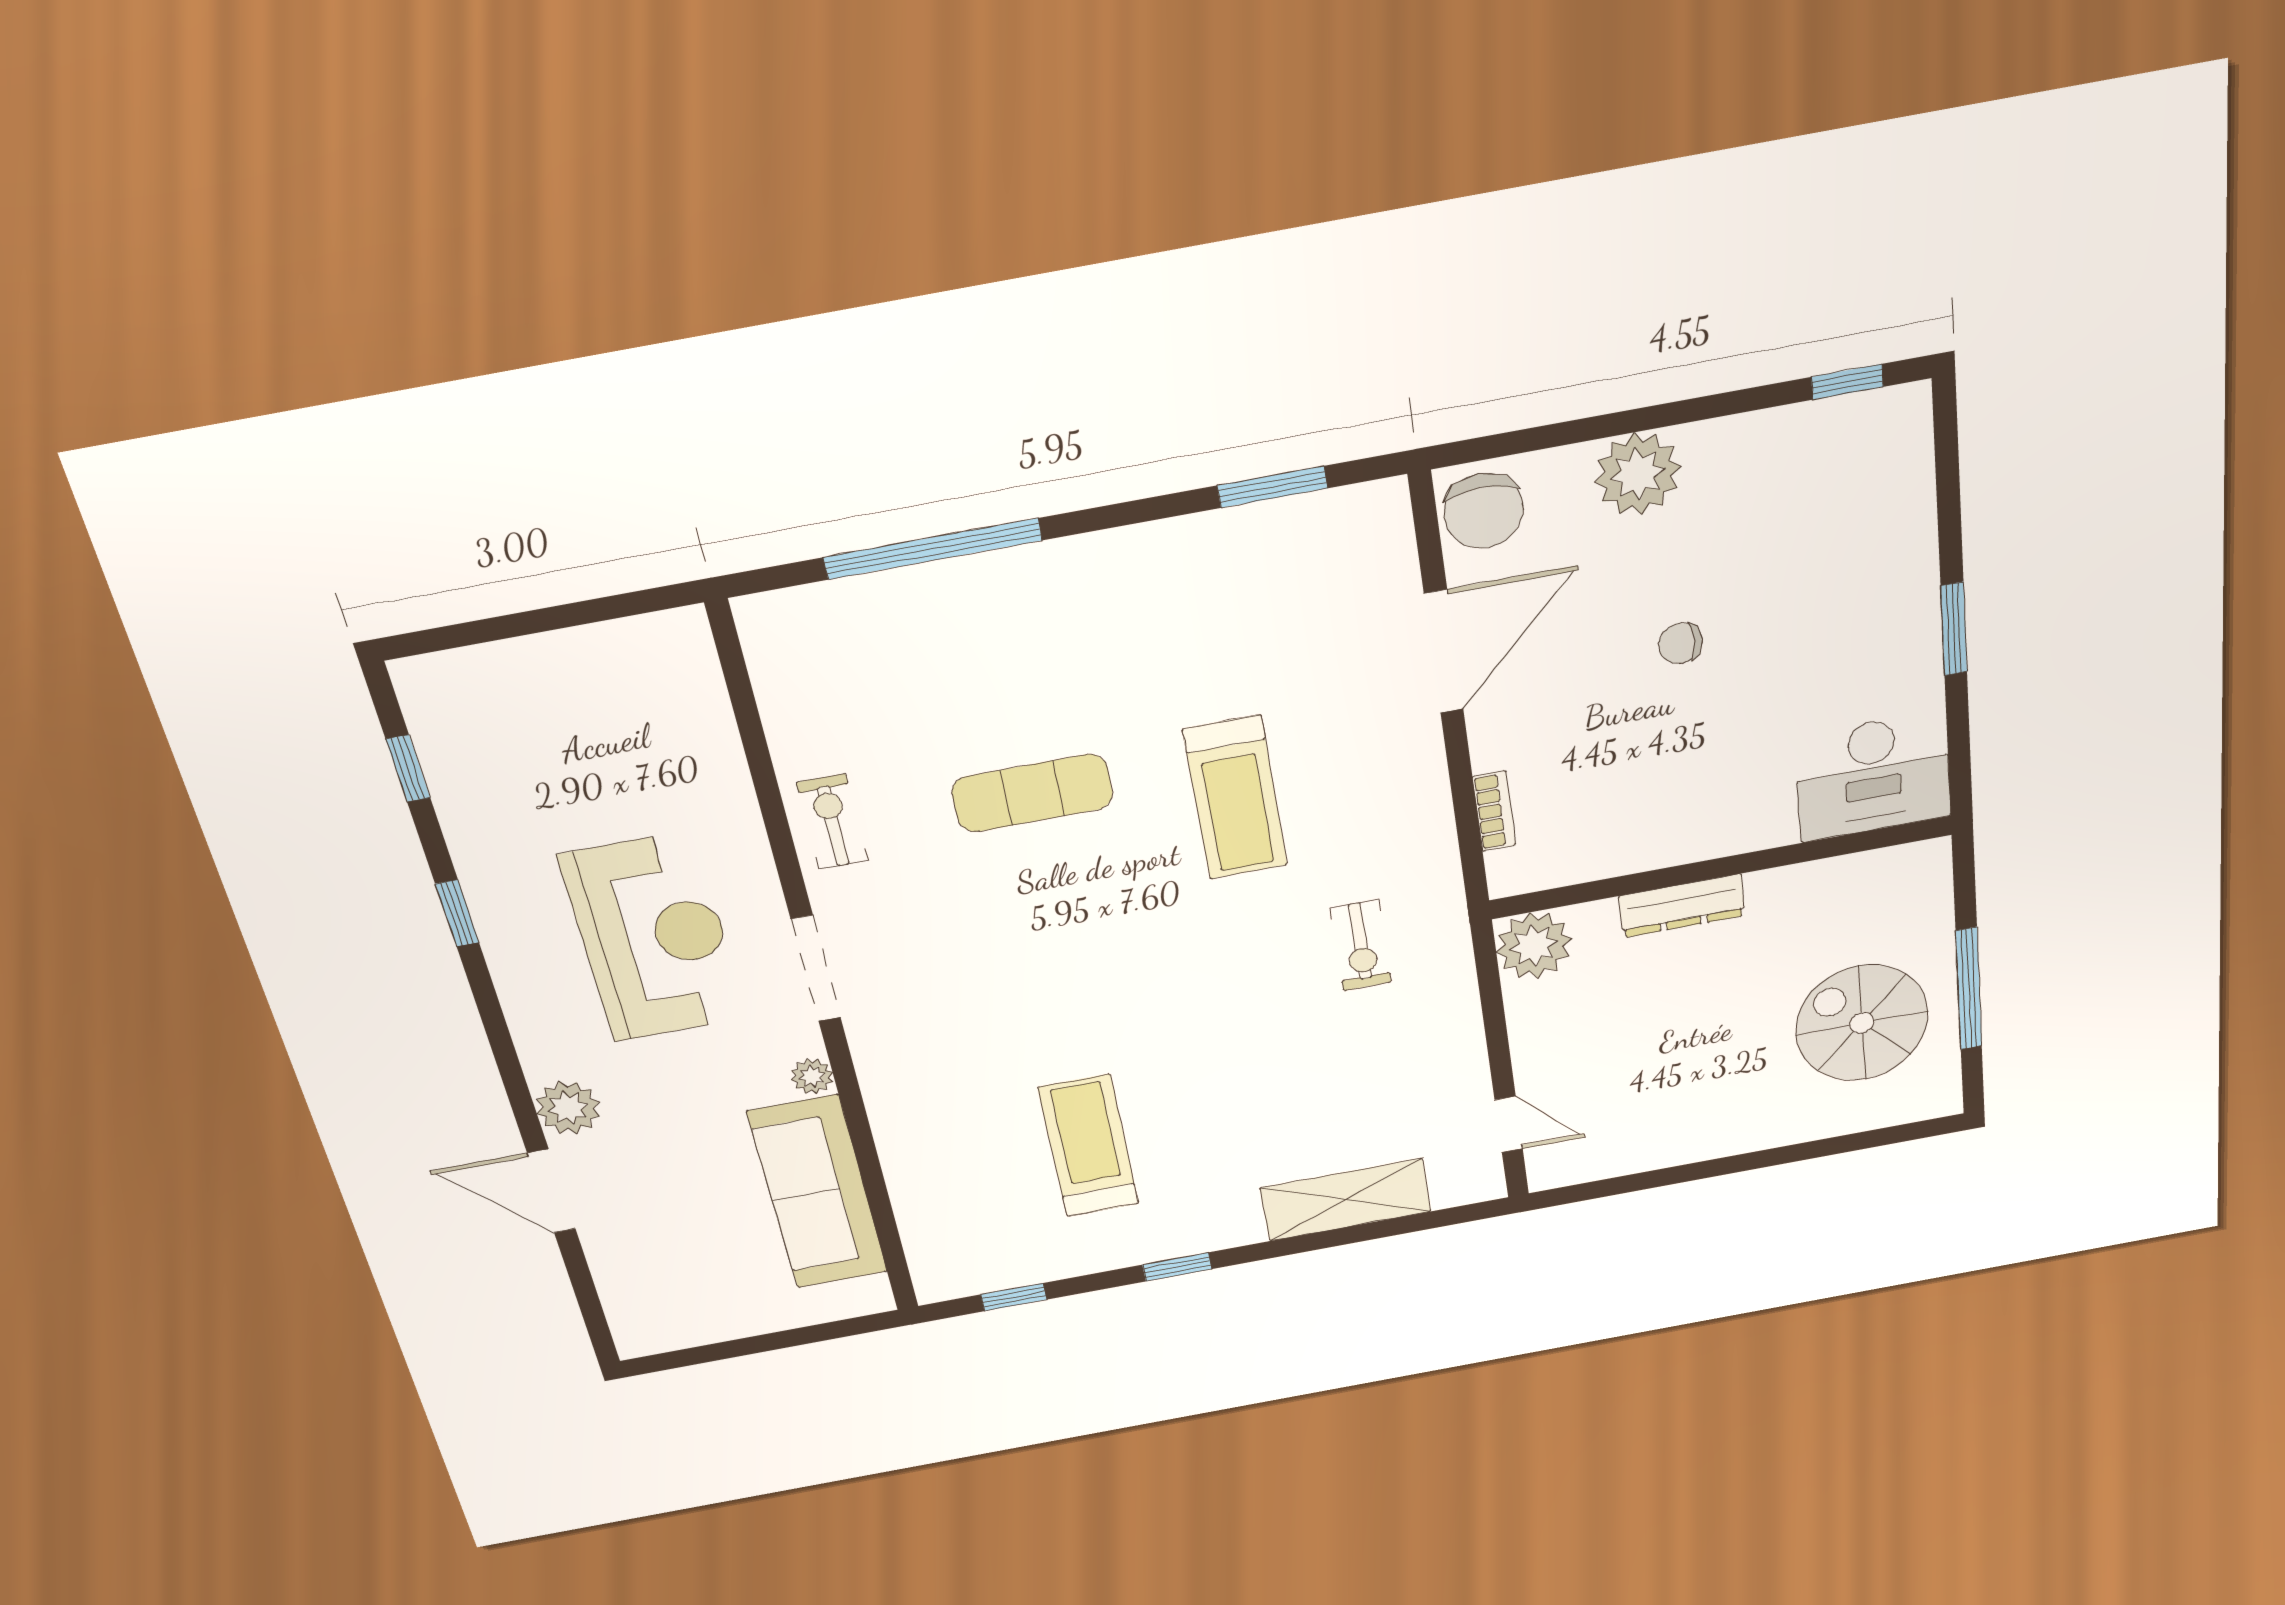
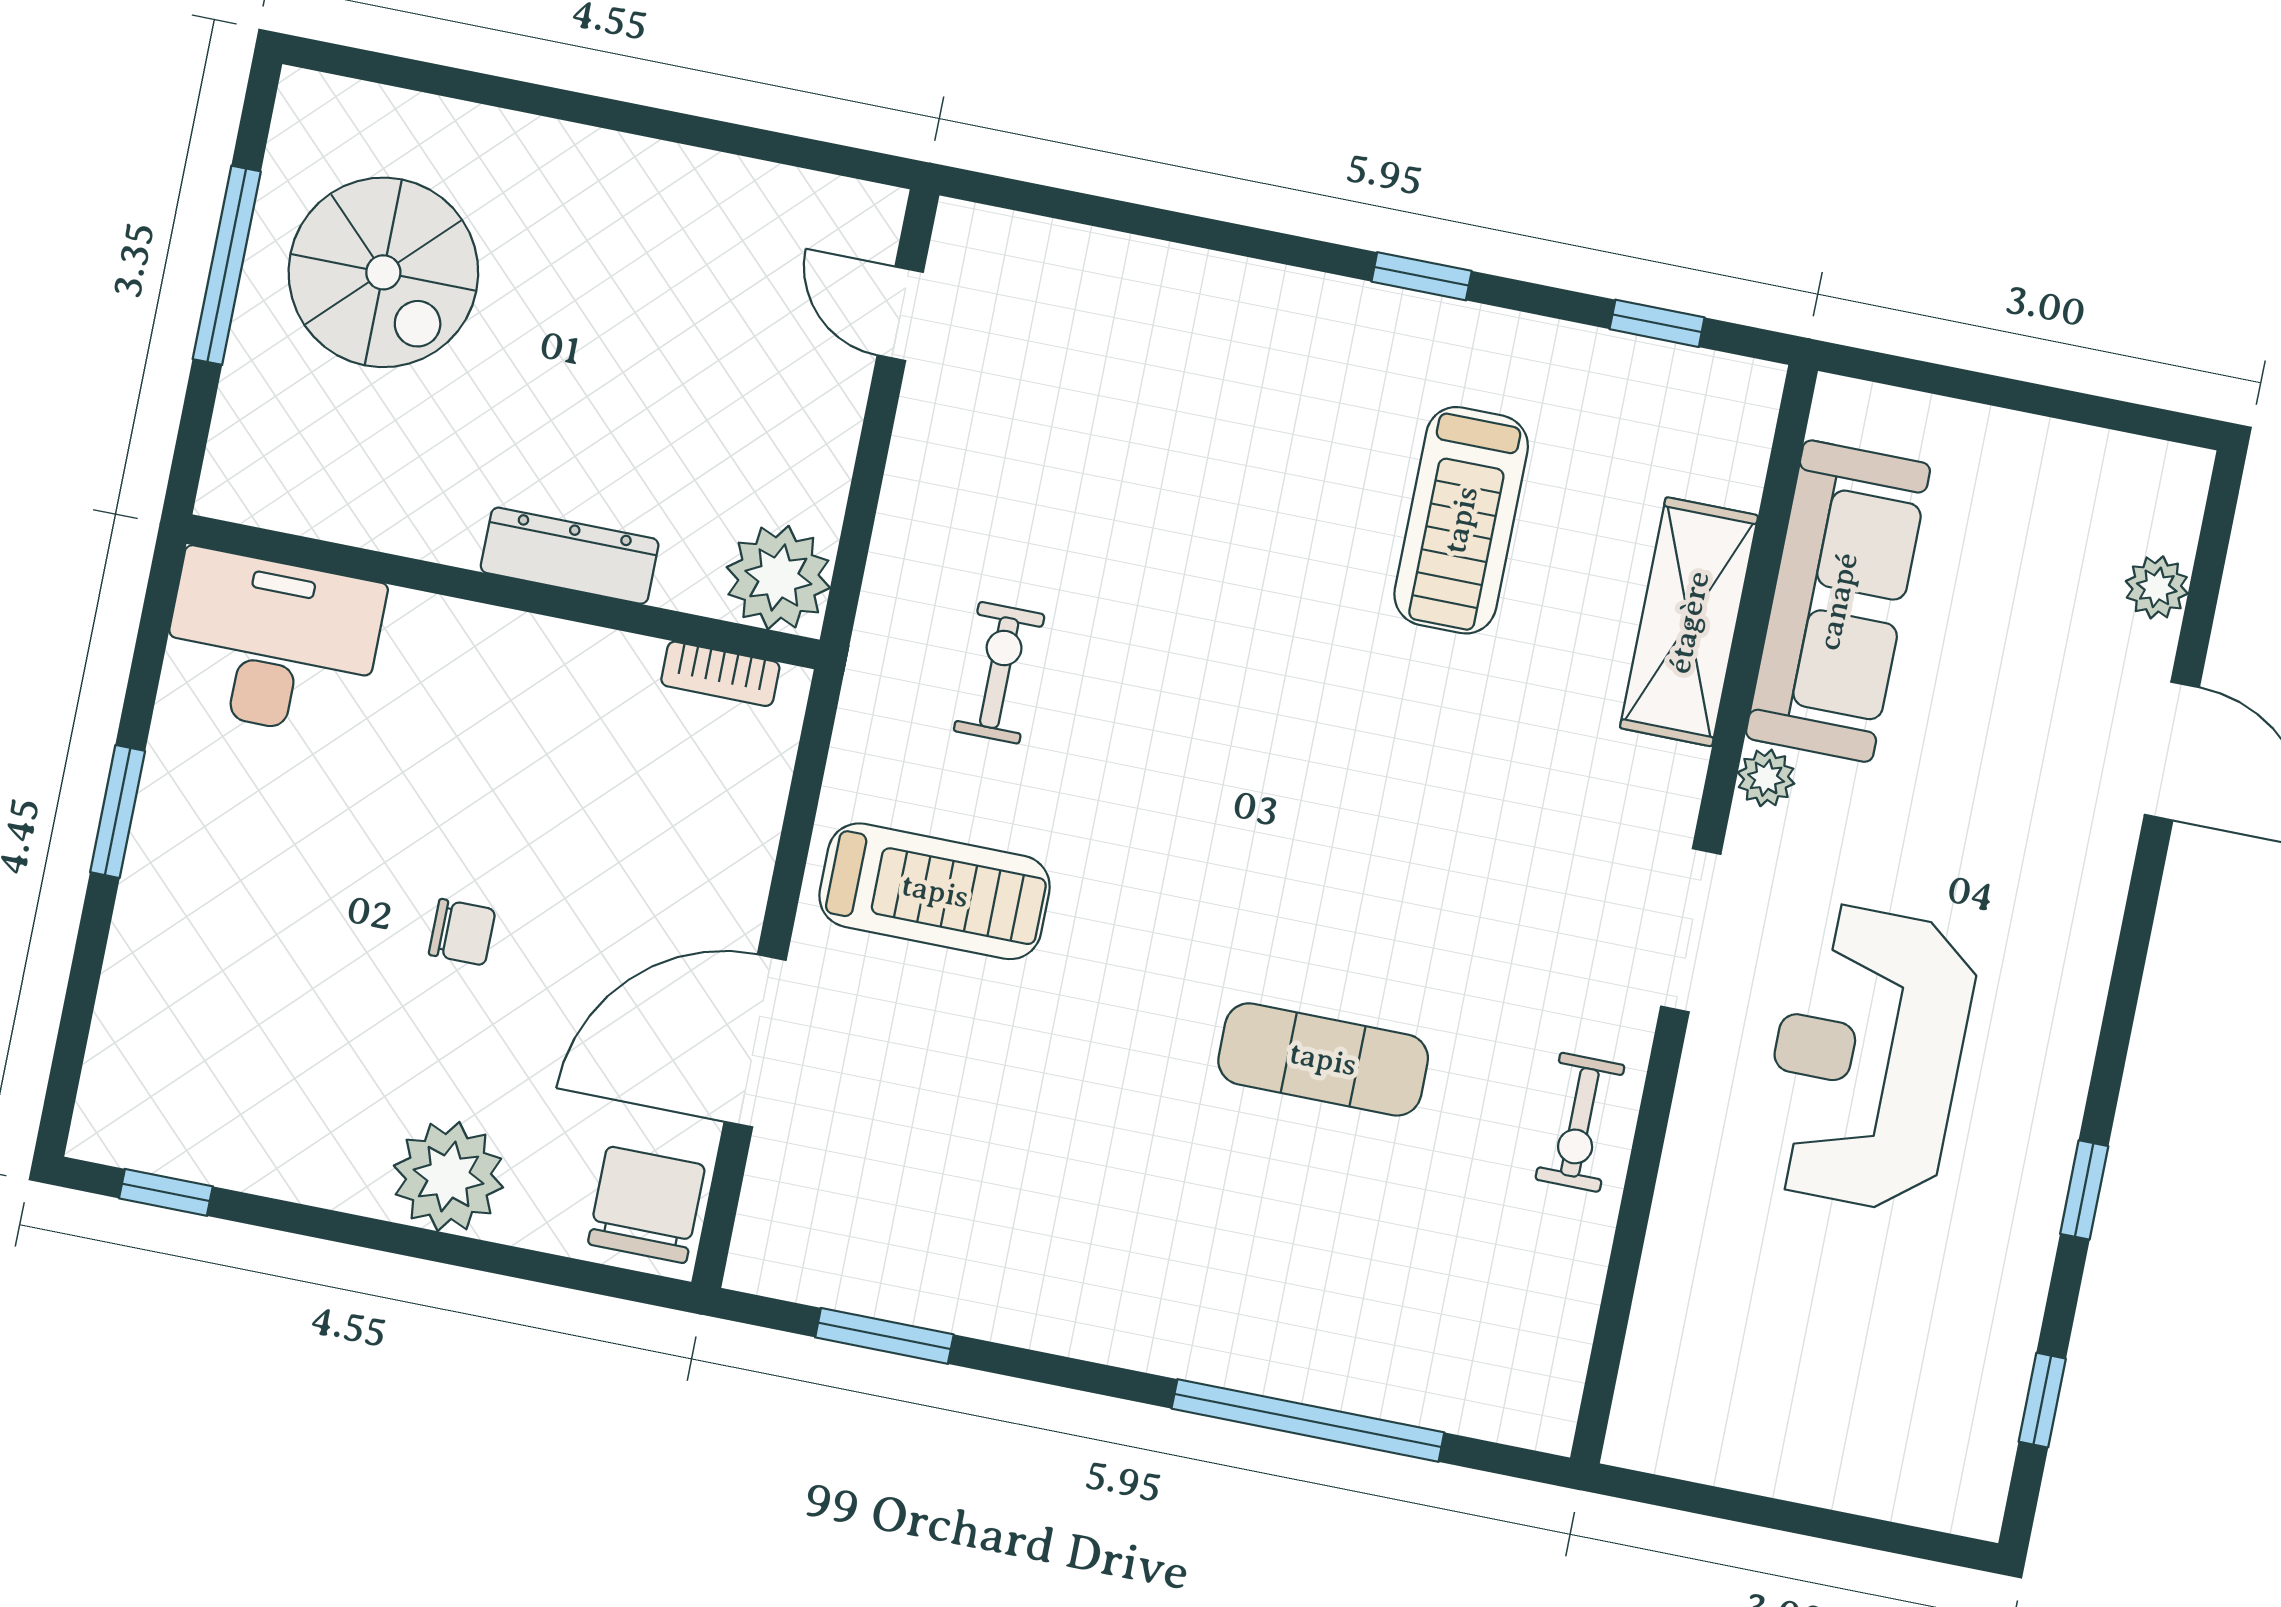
treadmill: (1235, 798) -> (935, 891), moved, turned 90
bookcase: (1494, 811) -> (720, 674), moved, turned -90
plant: (568, 1108) -> (2157, 587), moved, width x0.73, depth x0.73
shelving: (1346, 1200) -> (1689, 622), moved, turned 90

